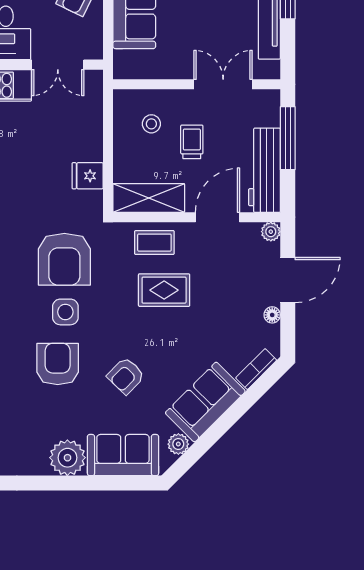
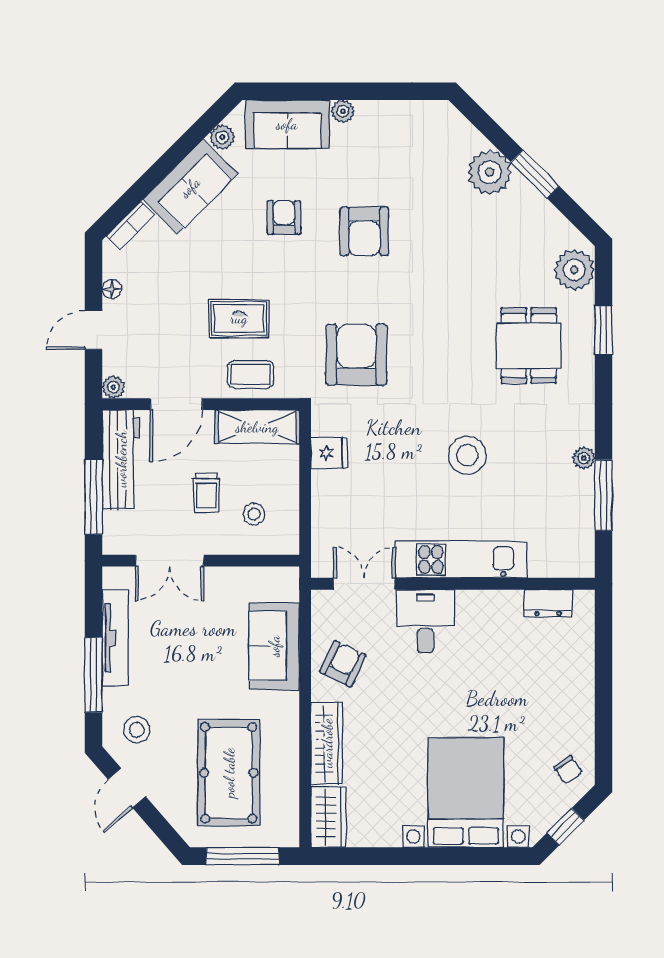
door: (288, 280) -> (94, 330), width x0.73
side table: (65, 312) -> (355, 293), removed
armchair: (126, 376) -> (284, 217), turned -44
plant: (67, 458) -> (343, 111), width x0.53, depth x0.53

